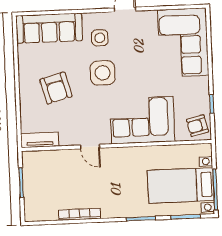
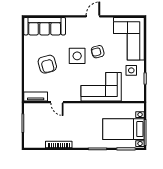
side table: (100, 38) -> (131, 70), moved
armchair: (198, 126) -> (98, 52), moved
door: (90, 147) -> (57, 102), moved

